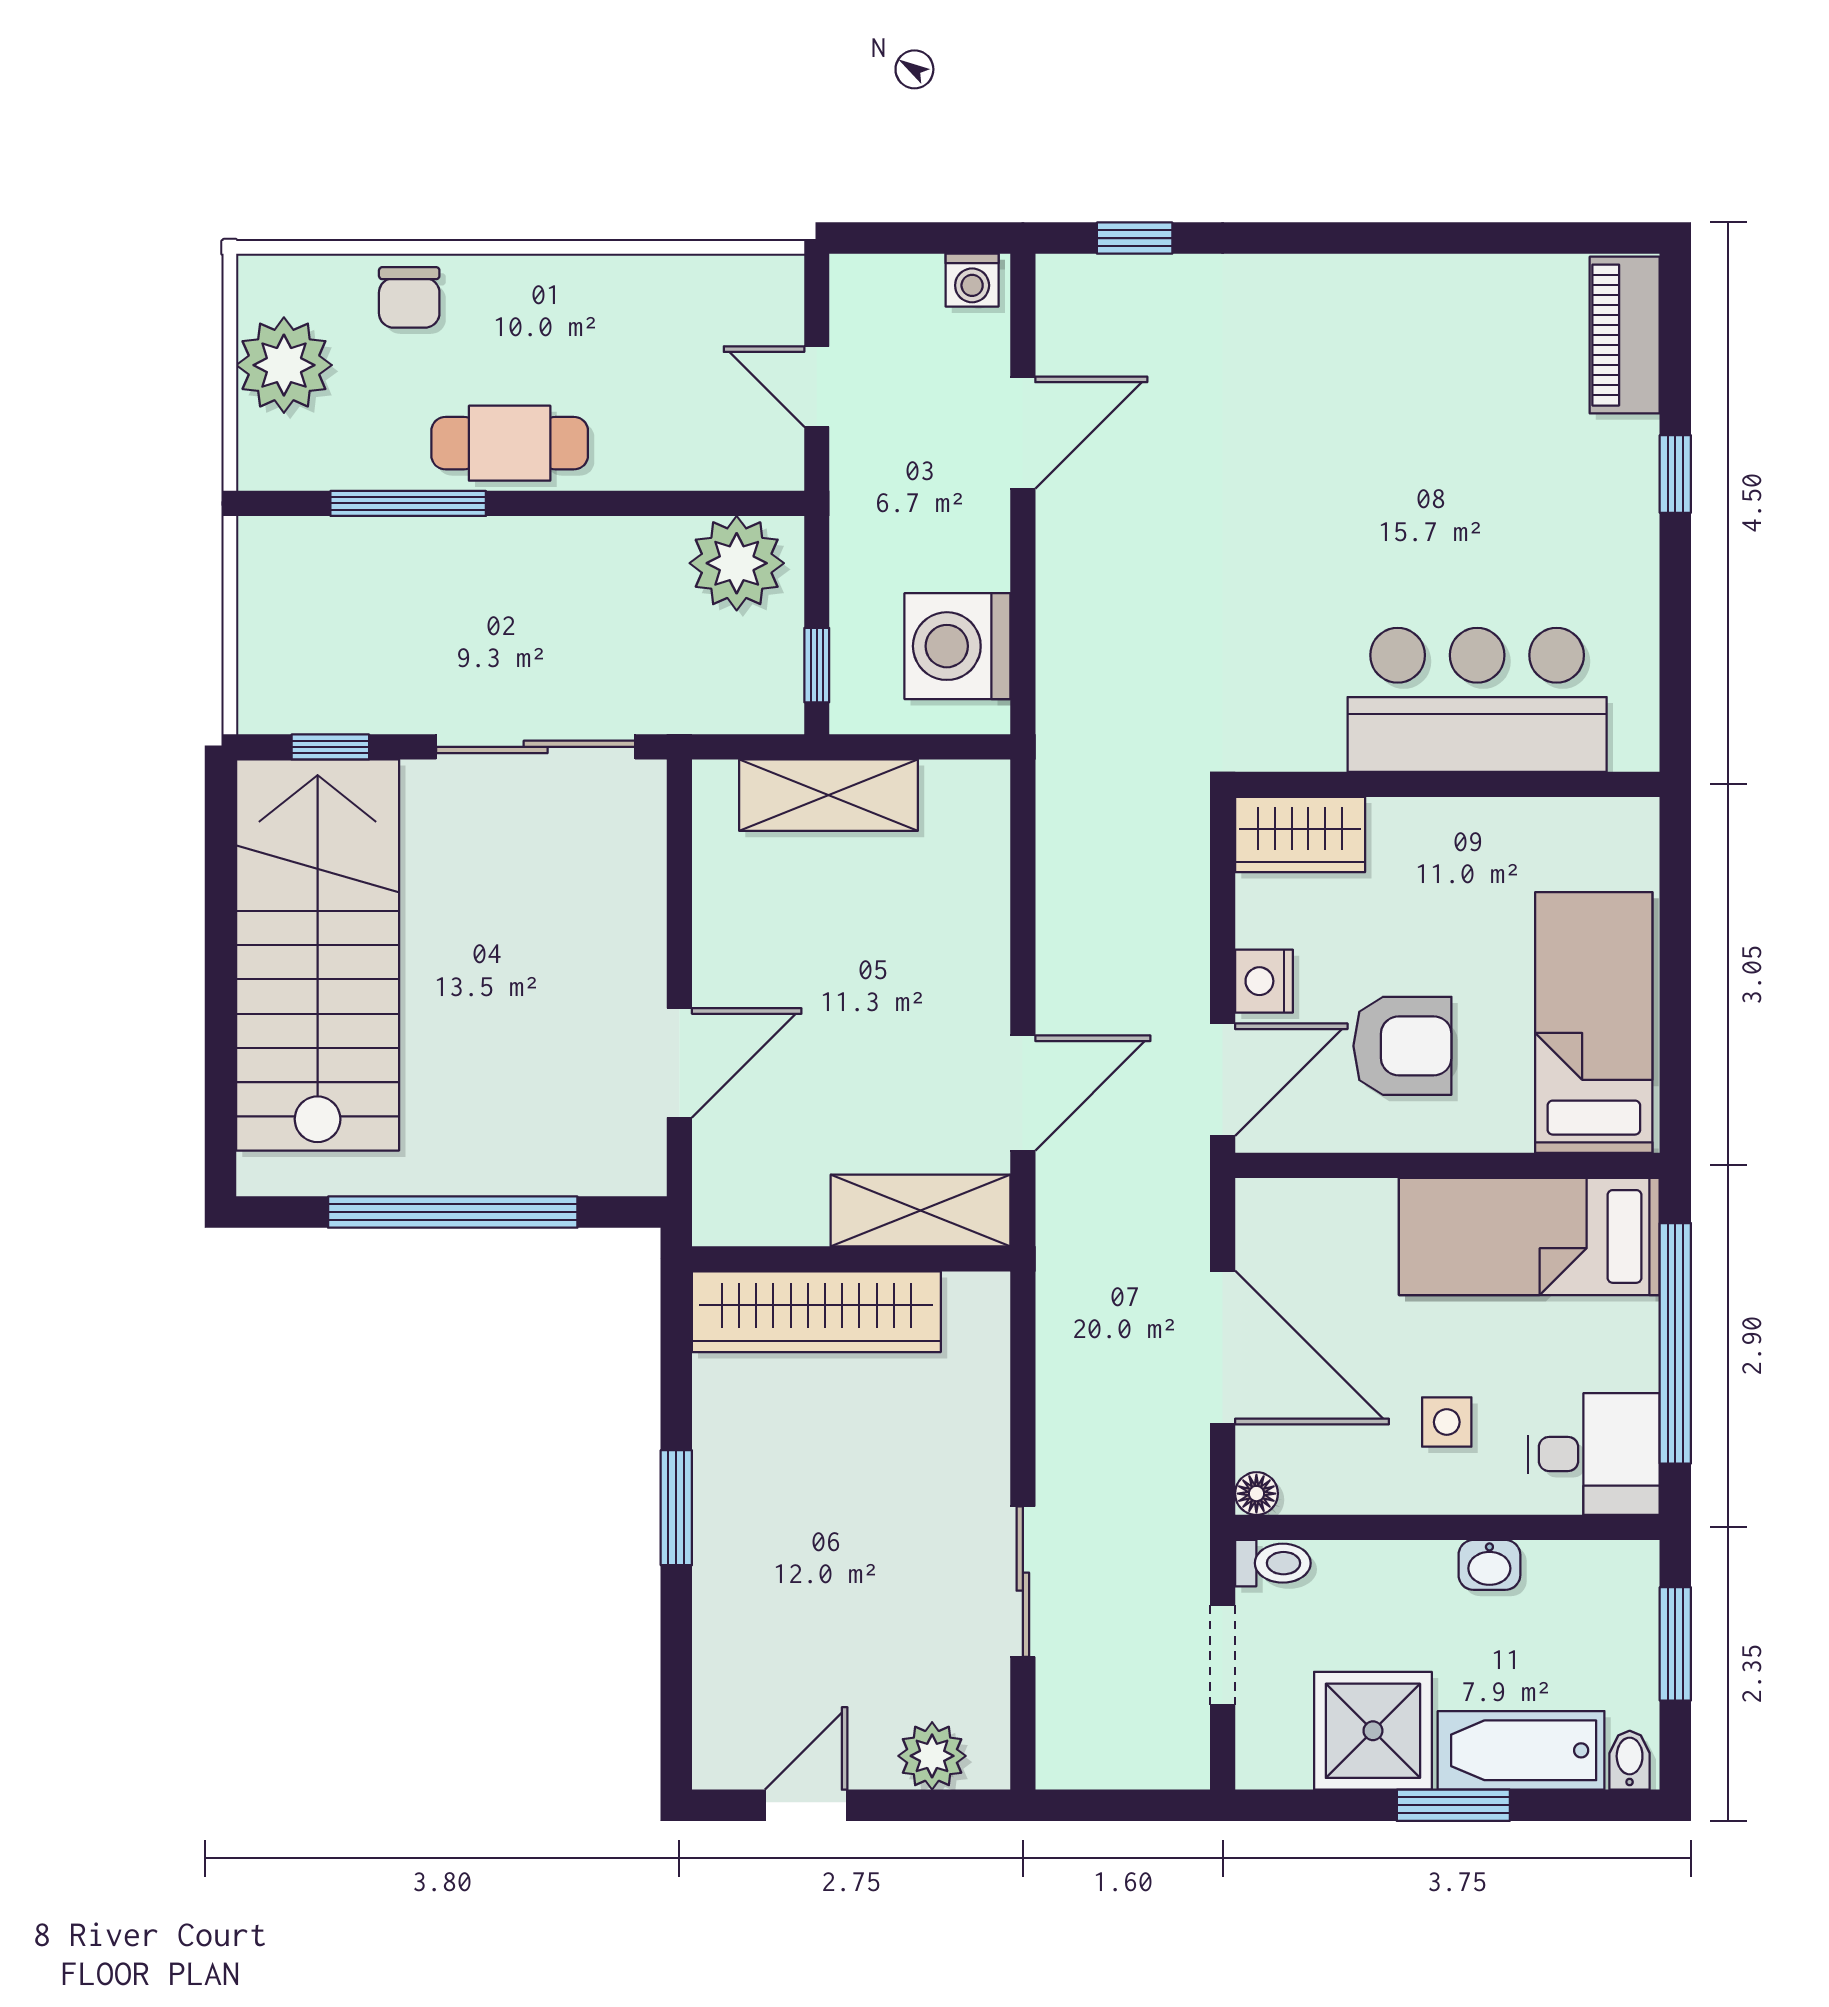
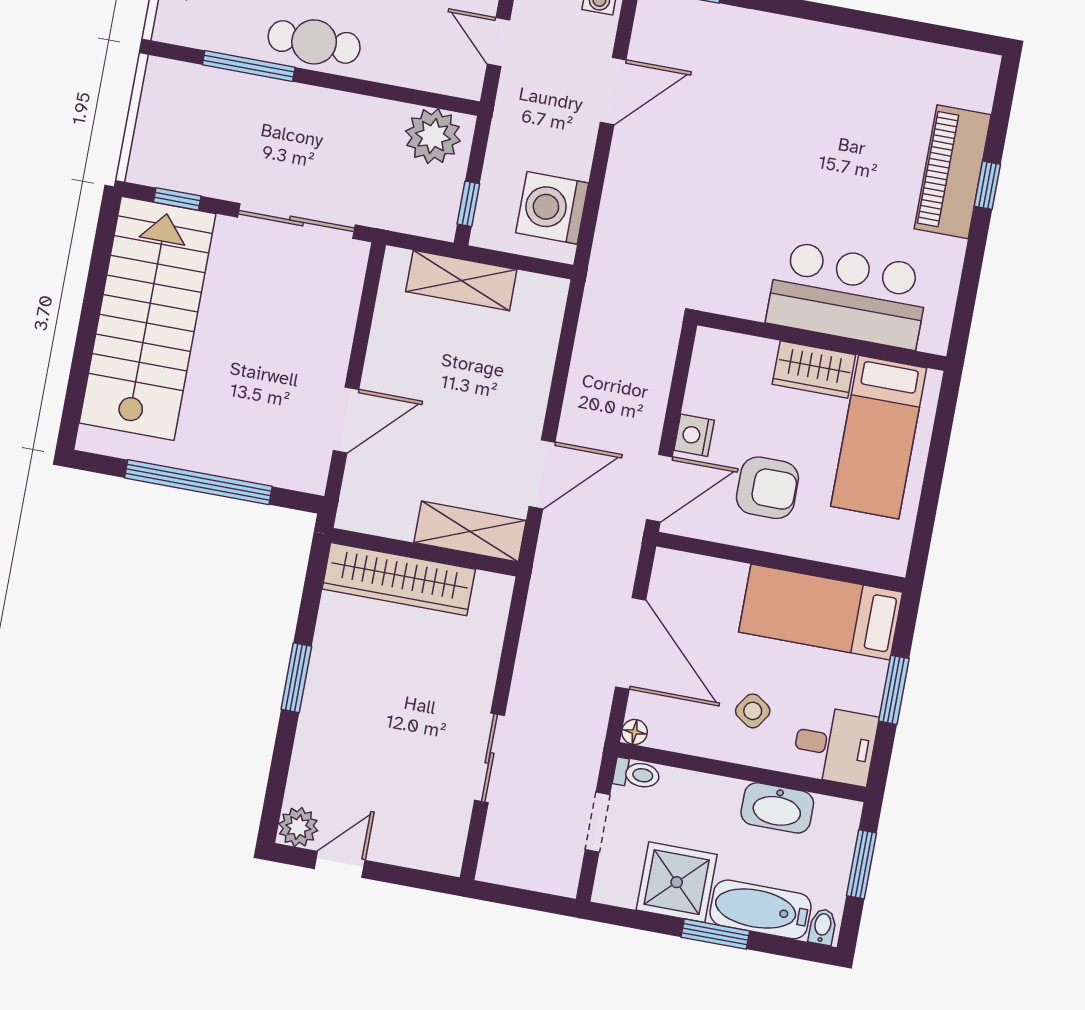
piano: (1625, 335) -> (953, 172), moved, width x1.37, depth x1.33
wardrobe: (1300, 835) -> (814, 370), moved
bed: (1594, 1023) -> (879, 437), moved, turned 180
window: (1675, 1343) -> (894, 690), width x0.47
side table: (1447, 1422) -> (753, 711), turned 34
washbasin: (1489, 1565) -> (777, 808), width x1.91, depth x1.45
plant: (932, 1756) -> (298, 827), moved

